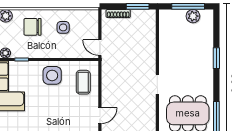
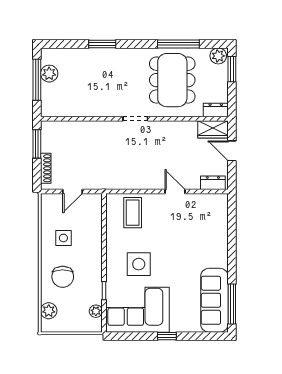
door: (100, 48) -> (72, 192), moved
side table: (52, 75) -> (139, 264), moved
coffee table: (83, 82) -> (133, 213), turned 90

